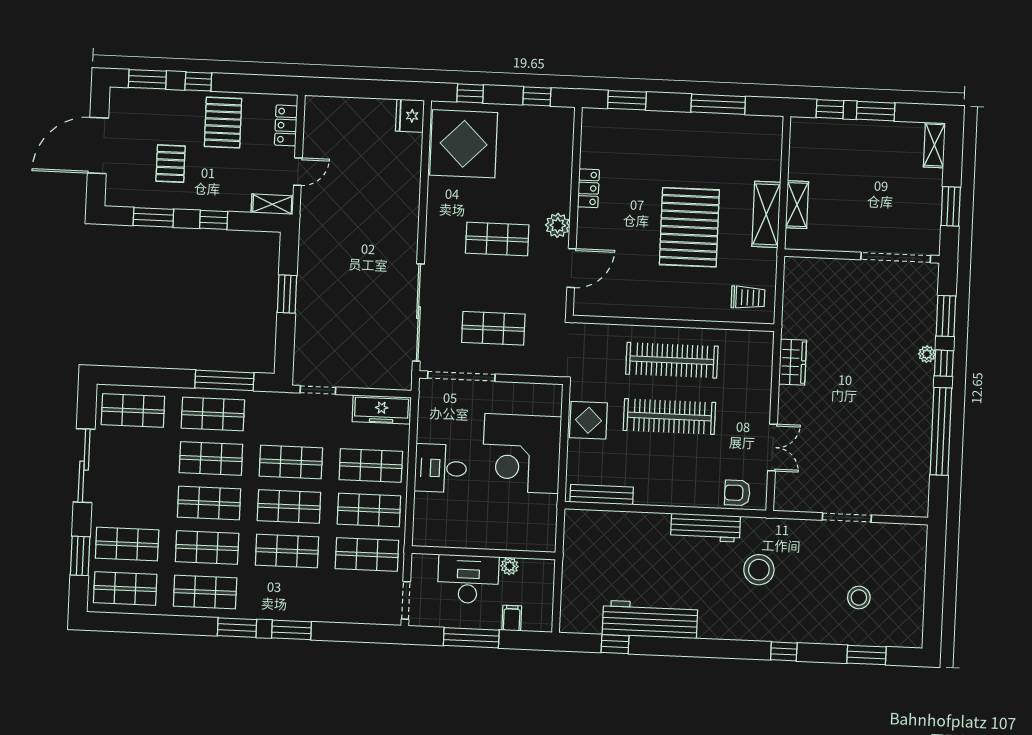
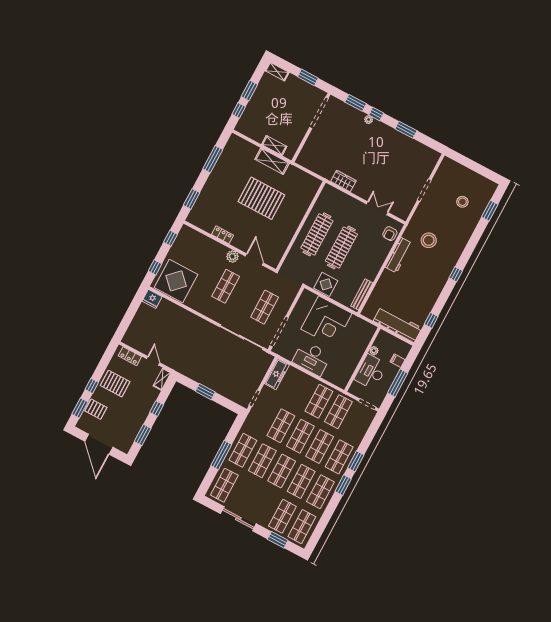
pallet: (171, 164) -> (96, 409), moved
trolley: (748, 297) -> (305, 187), removed
window: (224, 380) -> (221, 455), moved
window: (941, 431) -> (406, 130), width x0.47
shop shelf: (371, 465) -> (339, 457), moved
desk: (441, 468) -> (312, 358), width x1.37
workbench: (650, 619) -> (398, 324), moved, turned 90
window: (784, 651) -> (456, 274), moved

